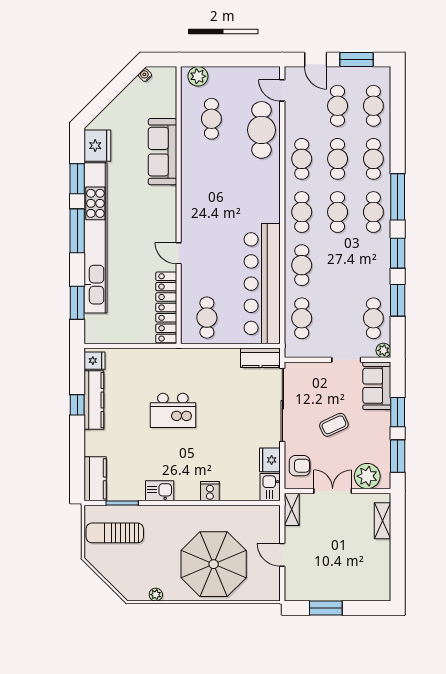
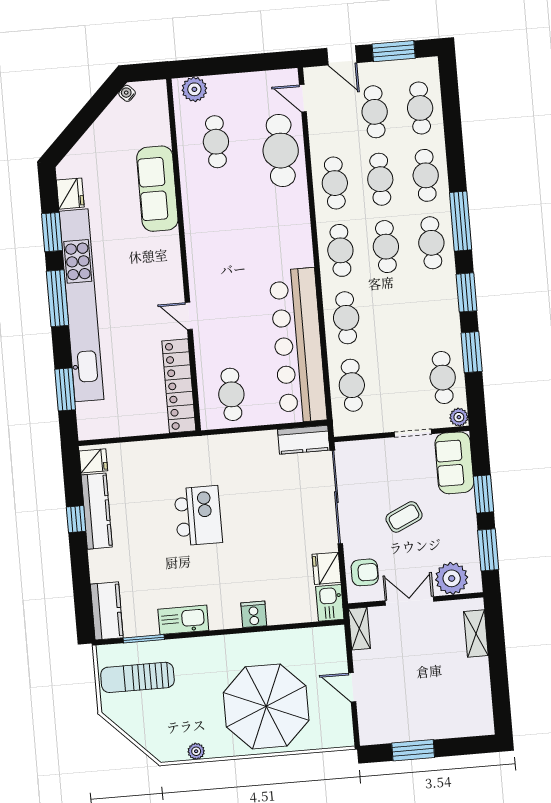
fridge: (97, 146) -> (70, 194), width x0.73, depth x0.75
kitchen island: (173, 410) -> (198, 516), turned -90
kitchen sink: (160, 491) -> (183, 620), width x1.38

